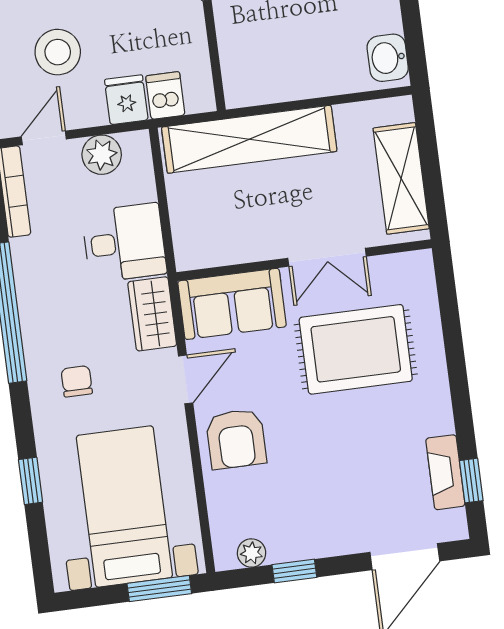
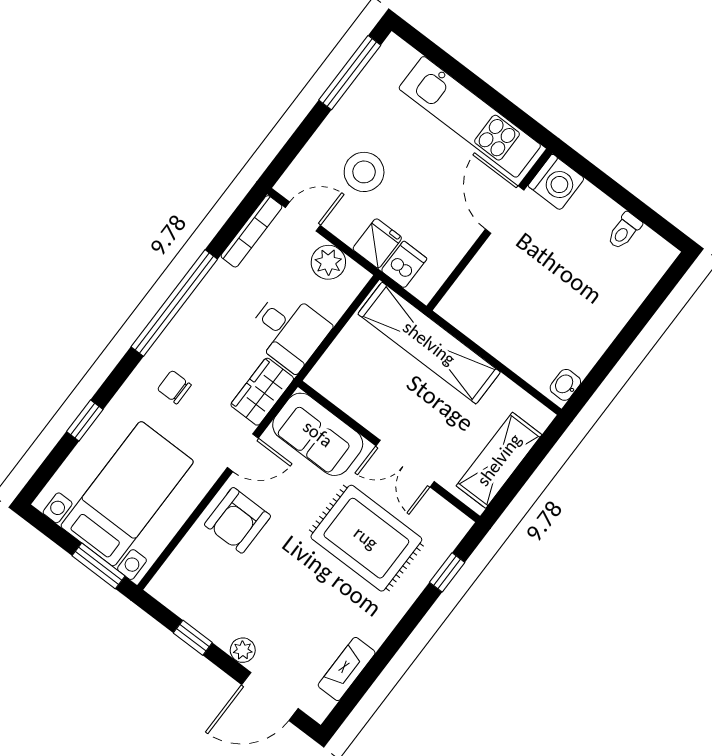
washbasin: (388, 58) -> (565, 385), width x0.72, depth x0.69
chair: (77, 381) -> (174, 387), turned -90
window: (471, 481) -> (447, 572), moved
plant: (251, 553) -> (243, 650), moved

